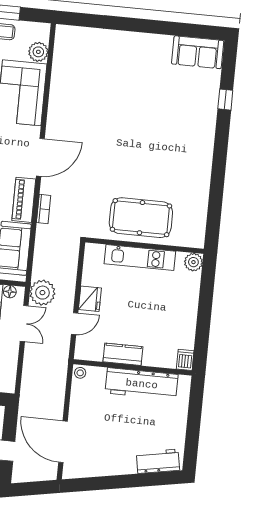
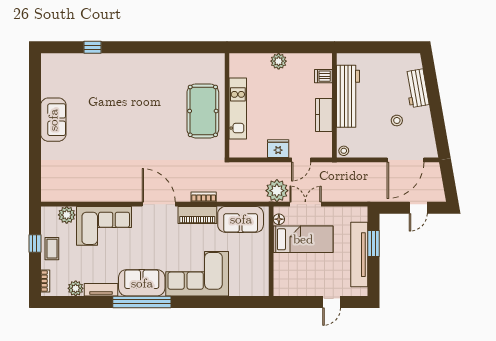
sofa: (198, 52) -> (53, 120), moved
plant: (193, 262) -> (279, 61), moved
door: (75, 324) -> (301, 160), swing flipped
dishwasher: (185, 360) -> (323, 76), moved
stool: (109, 436) -> (397, 120), added
workbench: (158, 461) -> (417, 88), moved

